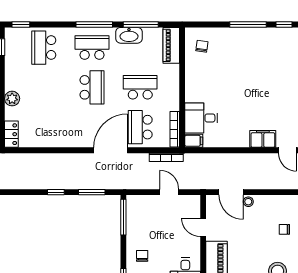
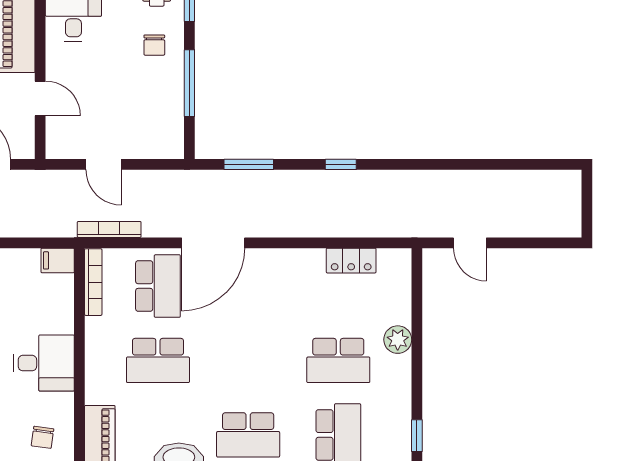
school desk: (92, 87) -> (338, 360), moved, turned -90
desk: (201, 118) -> (44, 363), moved
locker: (11, 134) -> (351, 261), moved, turned -90
window: (56, 192) -> (341, 164), moved
window: (123, 217) -> (189, 83), moved

